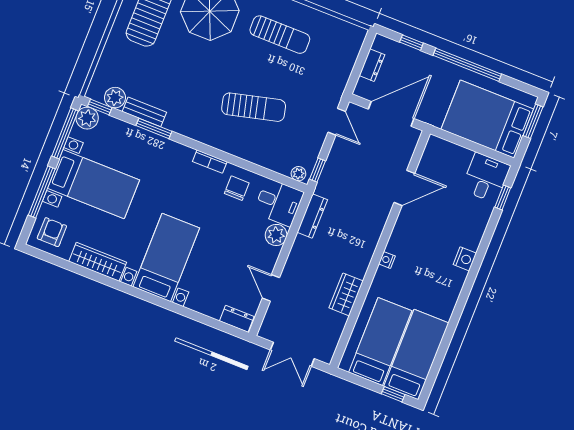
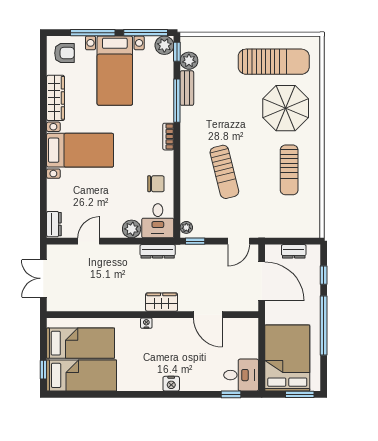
window: (154, 128) -> (177, 101), width x1.44
bookcase: (210, 162) -> (168, 137), moved
wardrobe: (346, 294) -> (162, 302), moved

